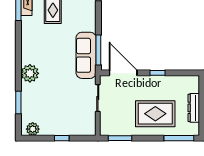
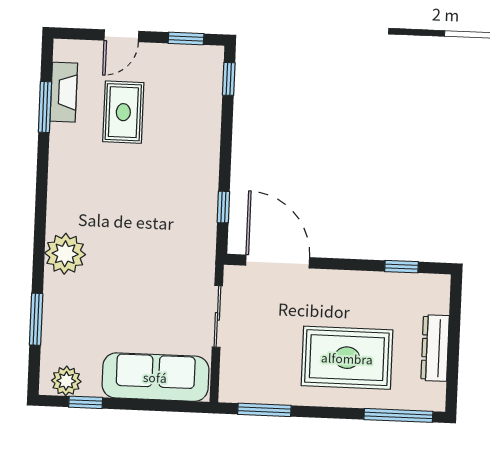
window: (98, 50) -> (223, 207), width x0.46
sofa: (86, 55) -> (155, 377), moved, turned 90
window: (158, 73) -> (401, 267), moved
window: (62, 138) -> (86, 402), moved

